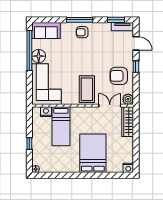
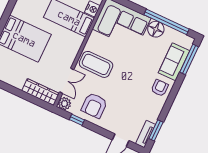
window: (80, 20) -> (189, 59), moved
sofa: (46, 31) -> (174, 62), moved
window: (136, 67) -> (77, 120), moved
armchair: (119, 76) -> (94, 105), turned 180

